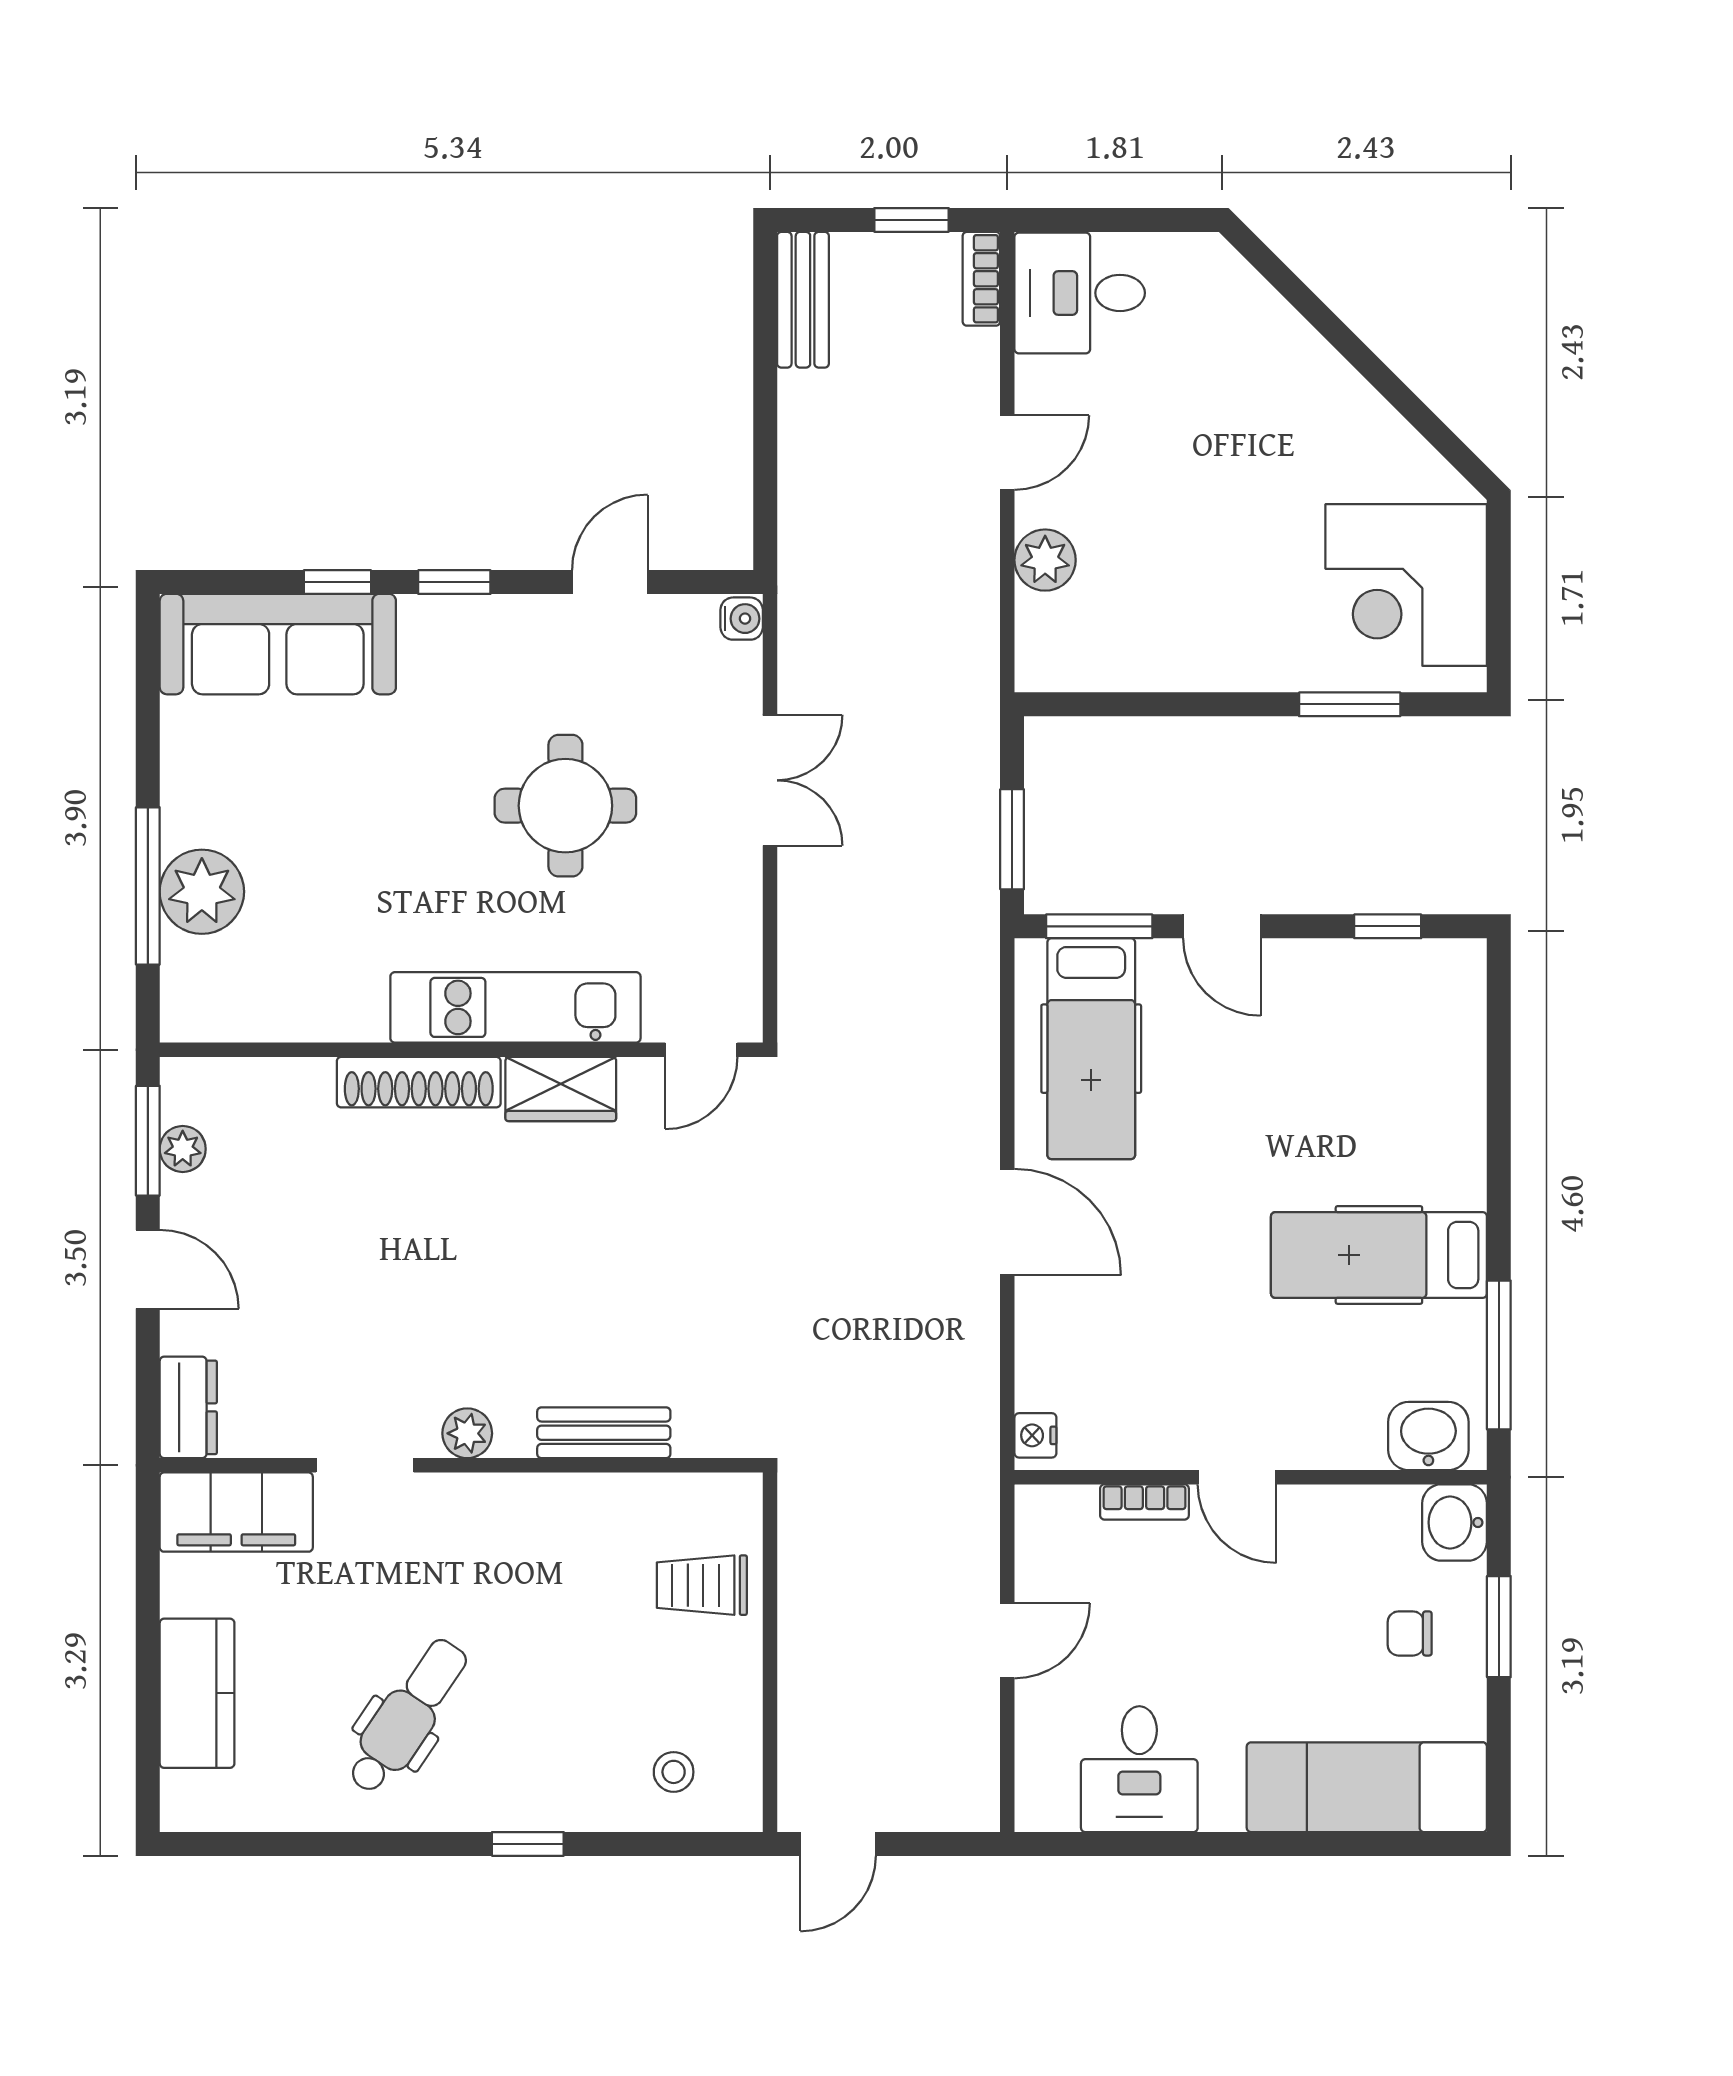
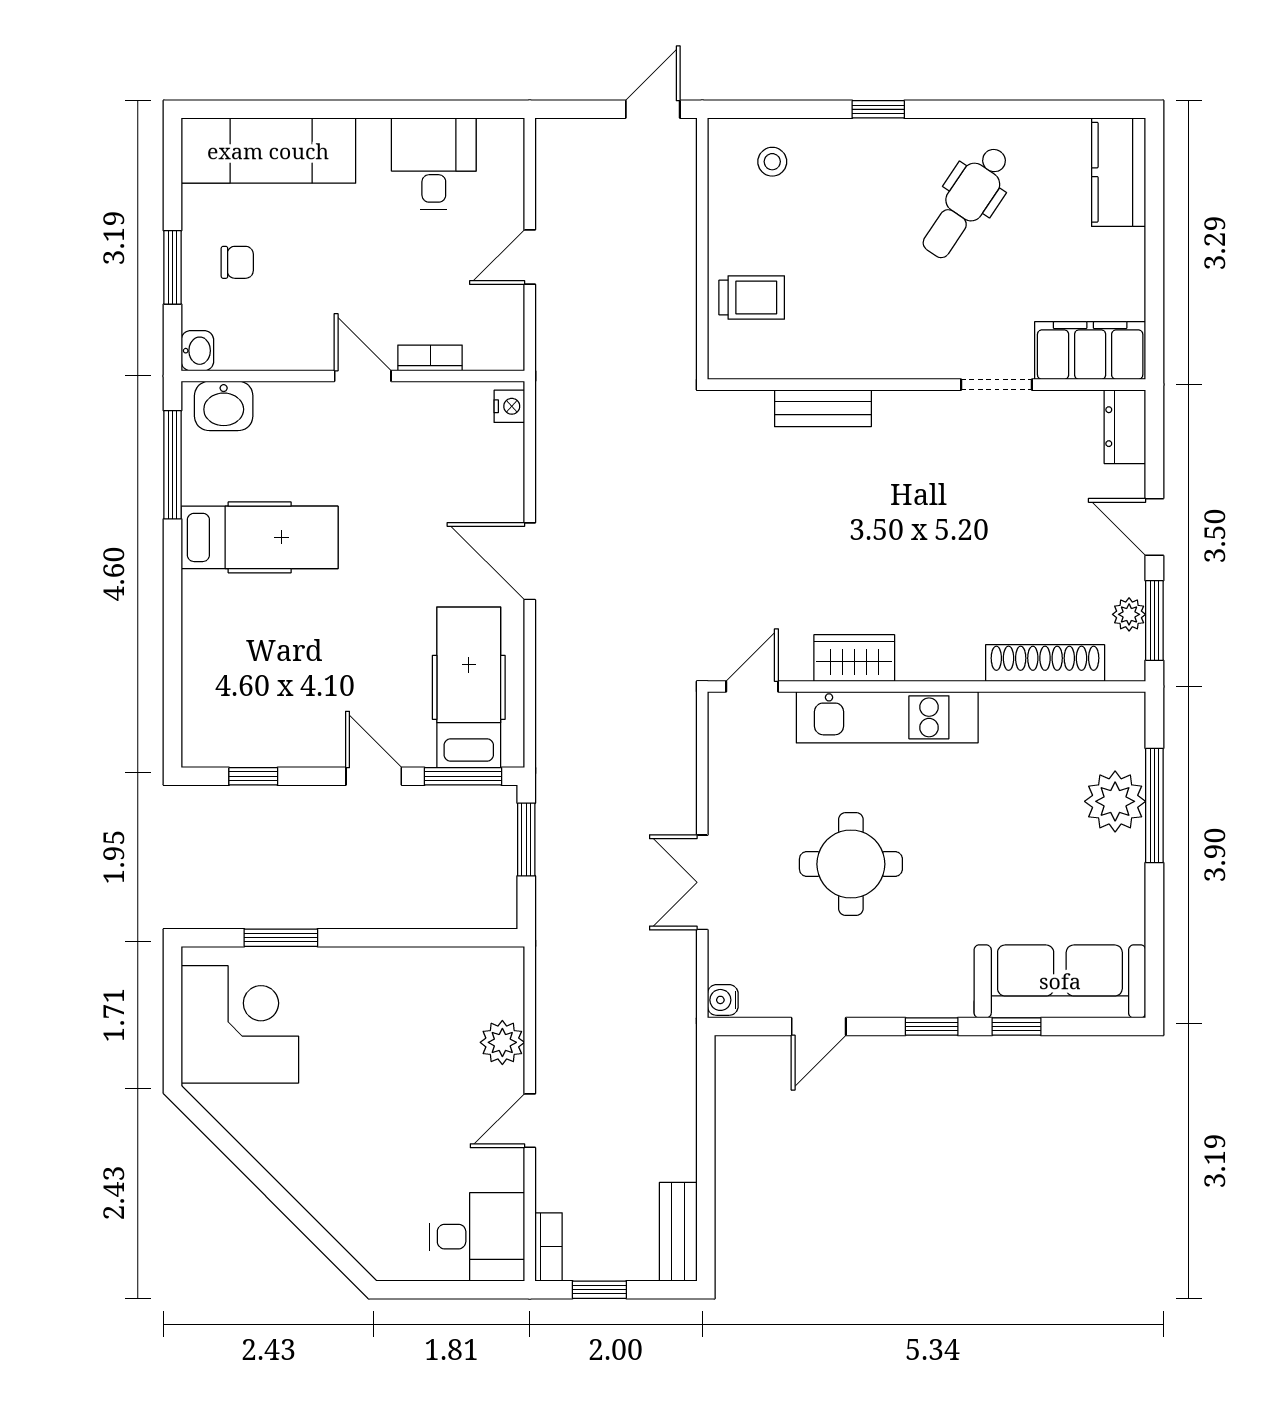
shoe rack: (419, 1082) -> (1045, 663), moved
plant: (467, 1433) -> (922, 408), removed
washbasin: (1455, 1522) -> (197, 351), width x0.72, depth x0.69
kitchen counter: (197, 1693) -> (1119, 172), moved

